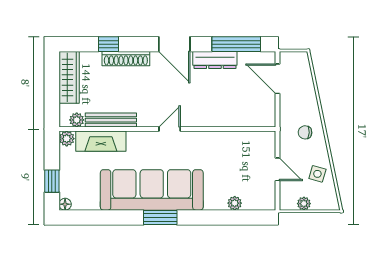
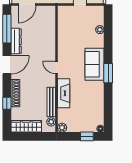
fireplace: (101, 141) -> (64, 93), moved
sofa: (152, 190) -> (95, 64), width x0.54, depth x0.79

